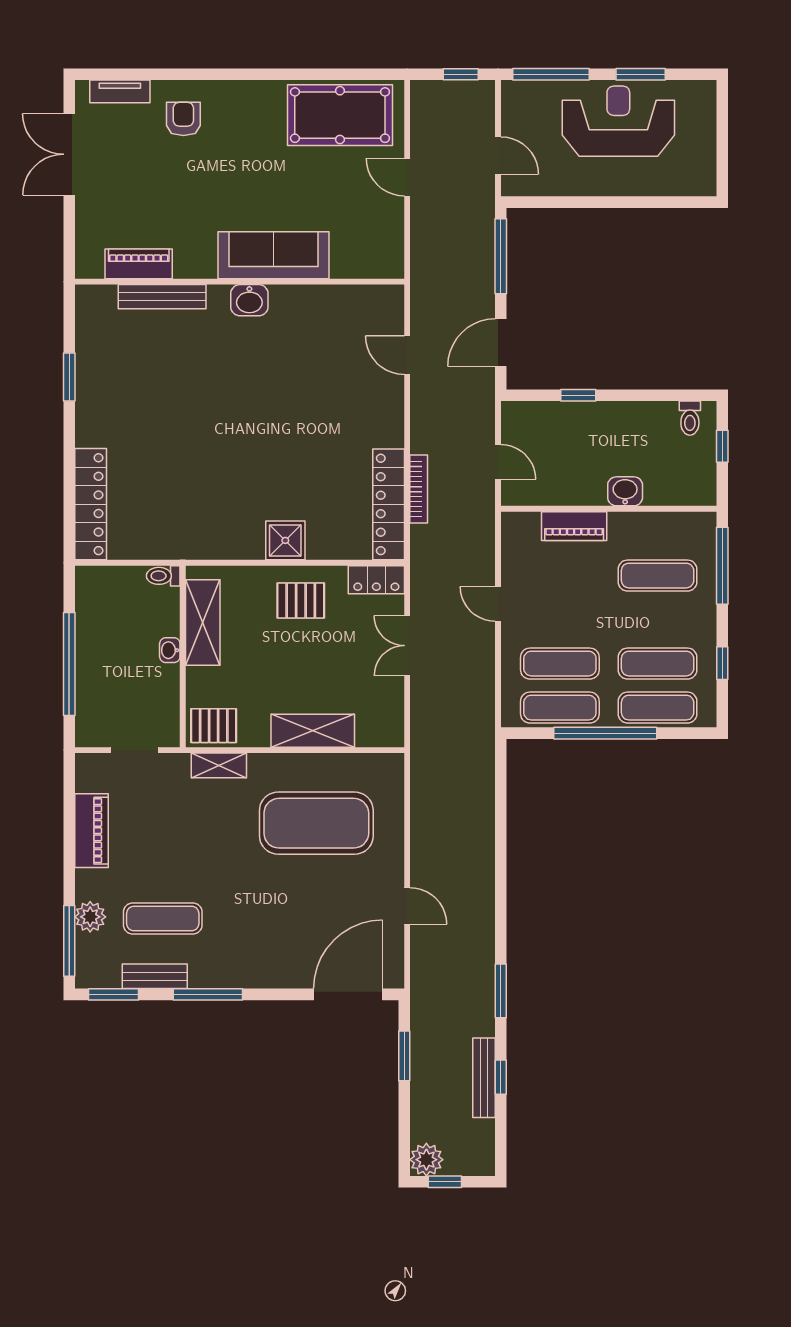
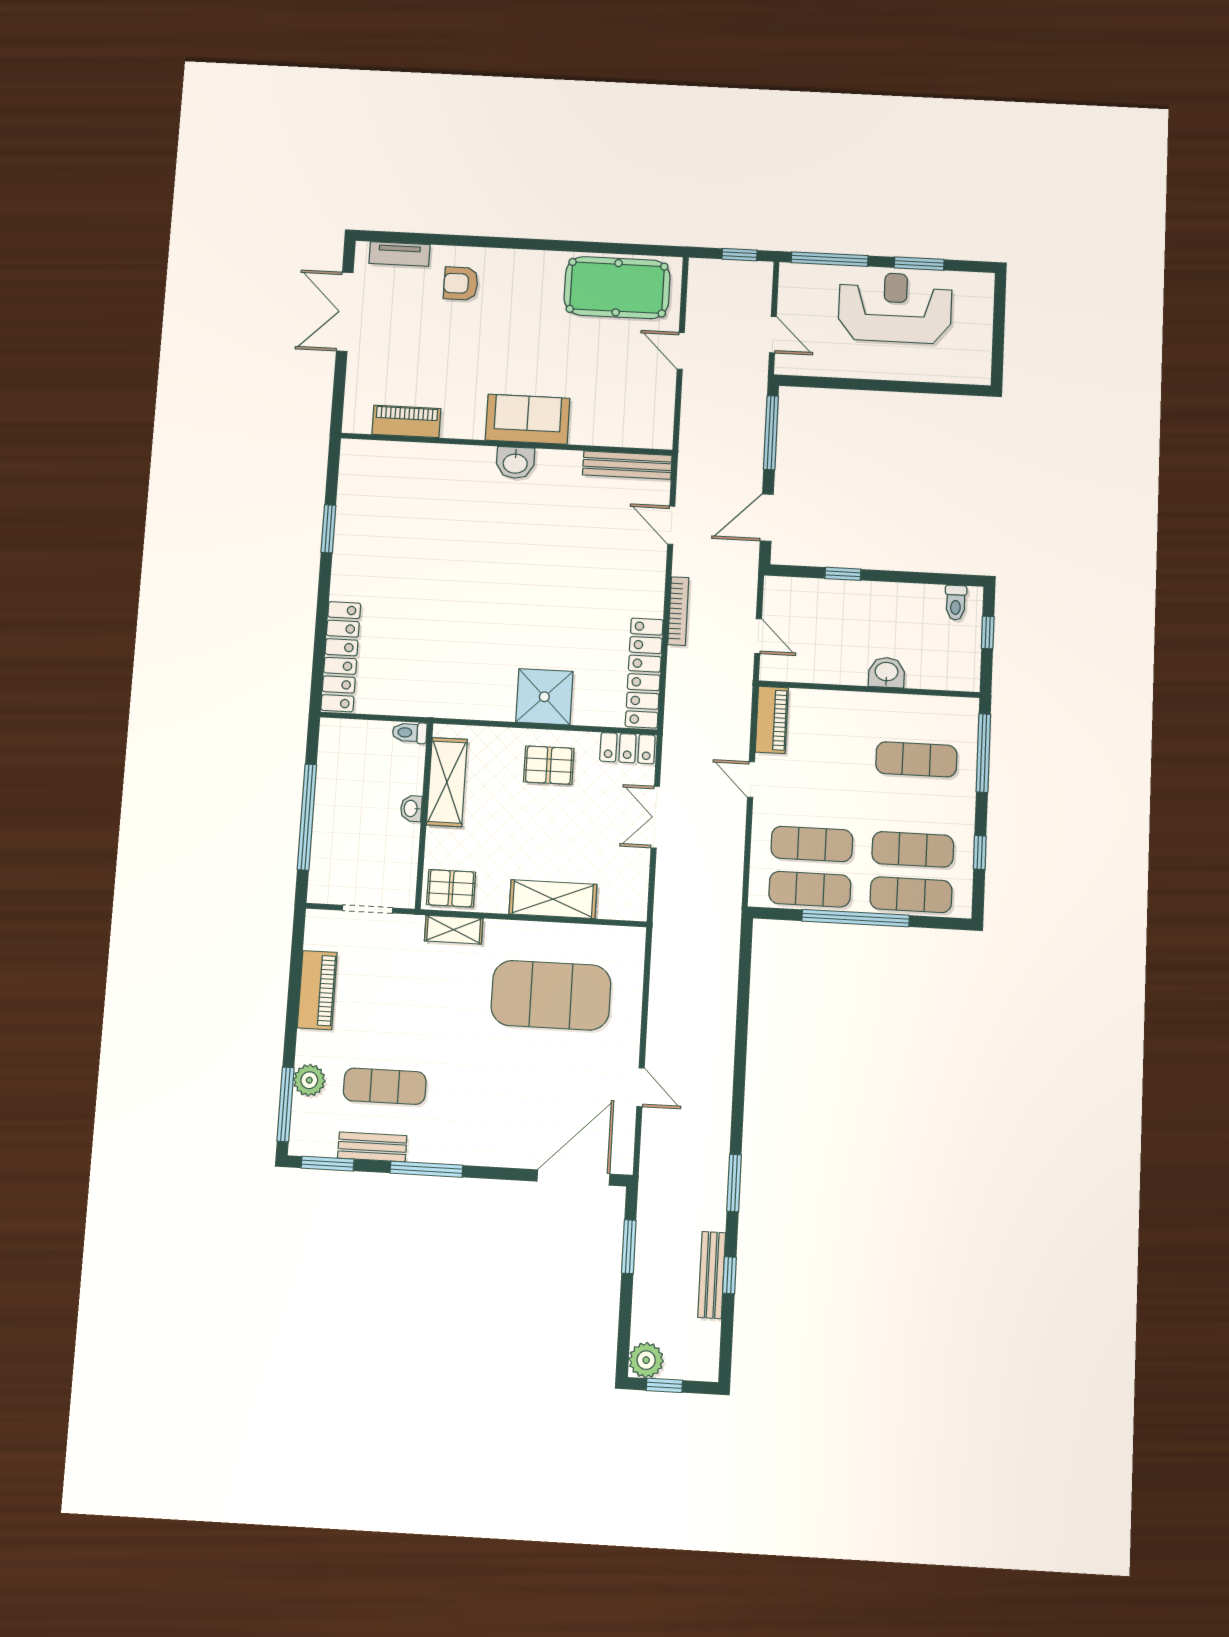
armchair: (183, 119) -> (461, 283), turned -90
sofa: (273, 255) -> (528, 419), width x0.73
bench: (162, 297) -> (627, 465), moved
bookcase: (419, 489) -> (678, 611), moved
piano: (574, 526) -> (772, 720), moved, turned -90
shower: (285, 540) -> (544, 697), width x1.36, depth x1.36

